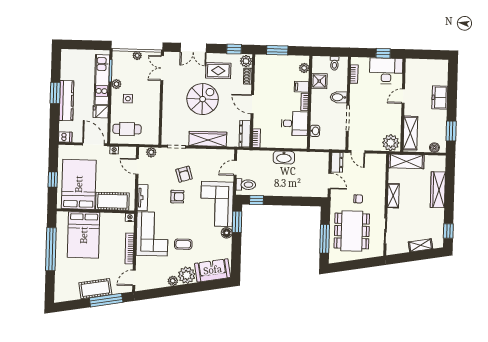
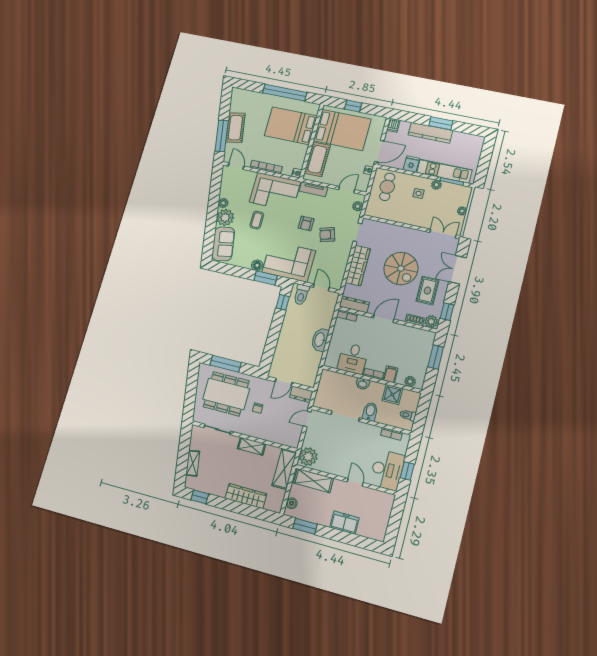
washbasin: (315, 131) -> (363, 384), moved

